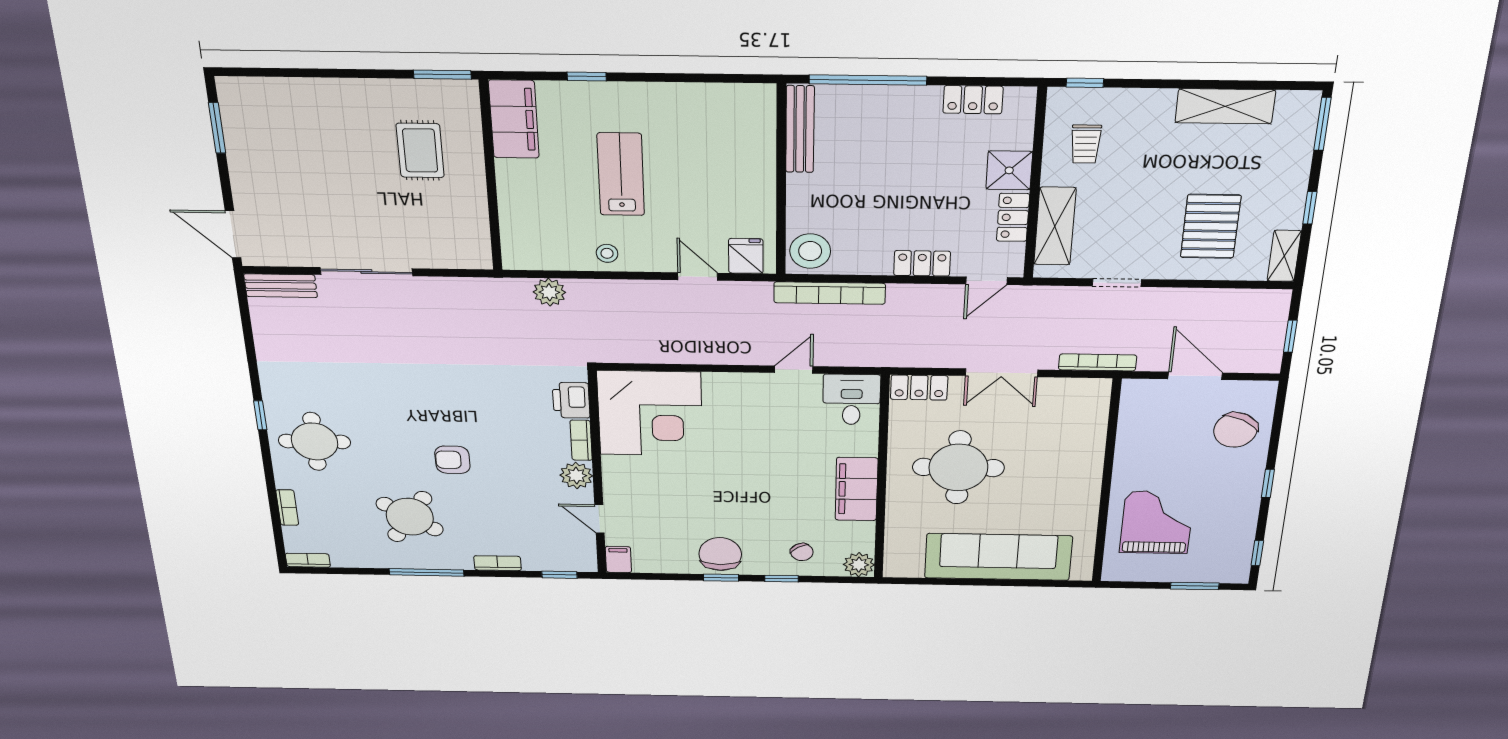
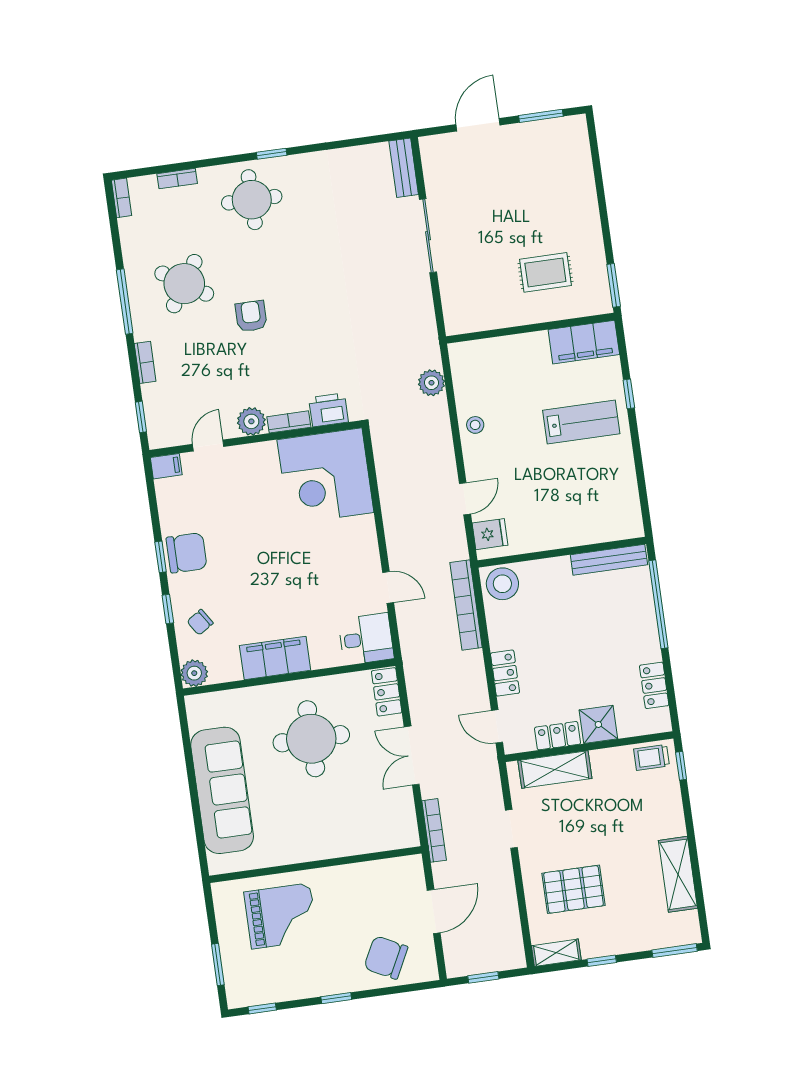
trolley: (1086, 144) -> (651, 757), moved
lab bench: (621, 174) -> (581, 422), moved
door: (233, 234) -> (478, 125), moved

